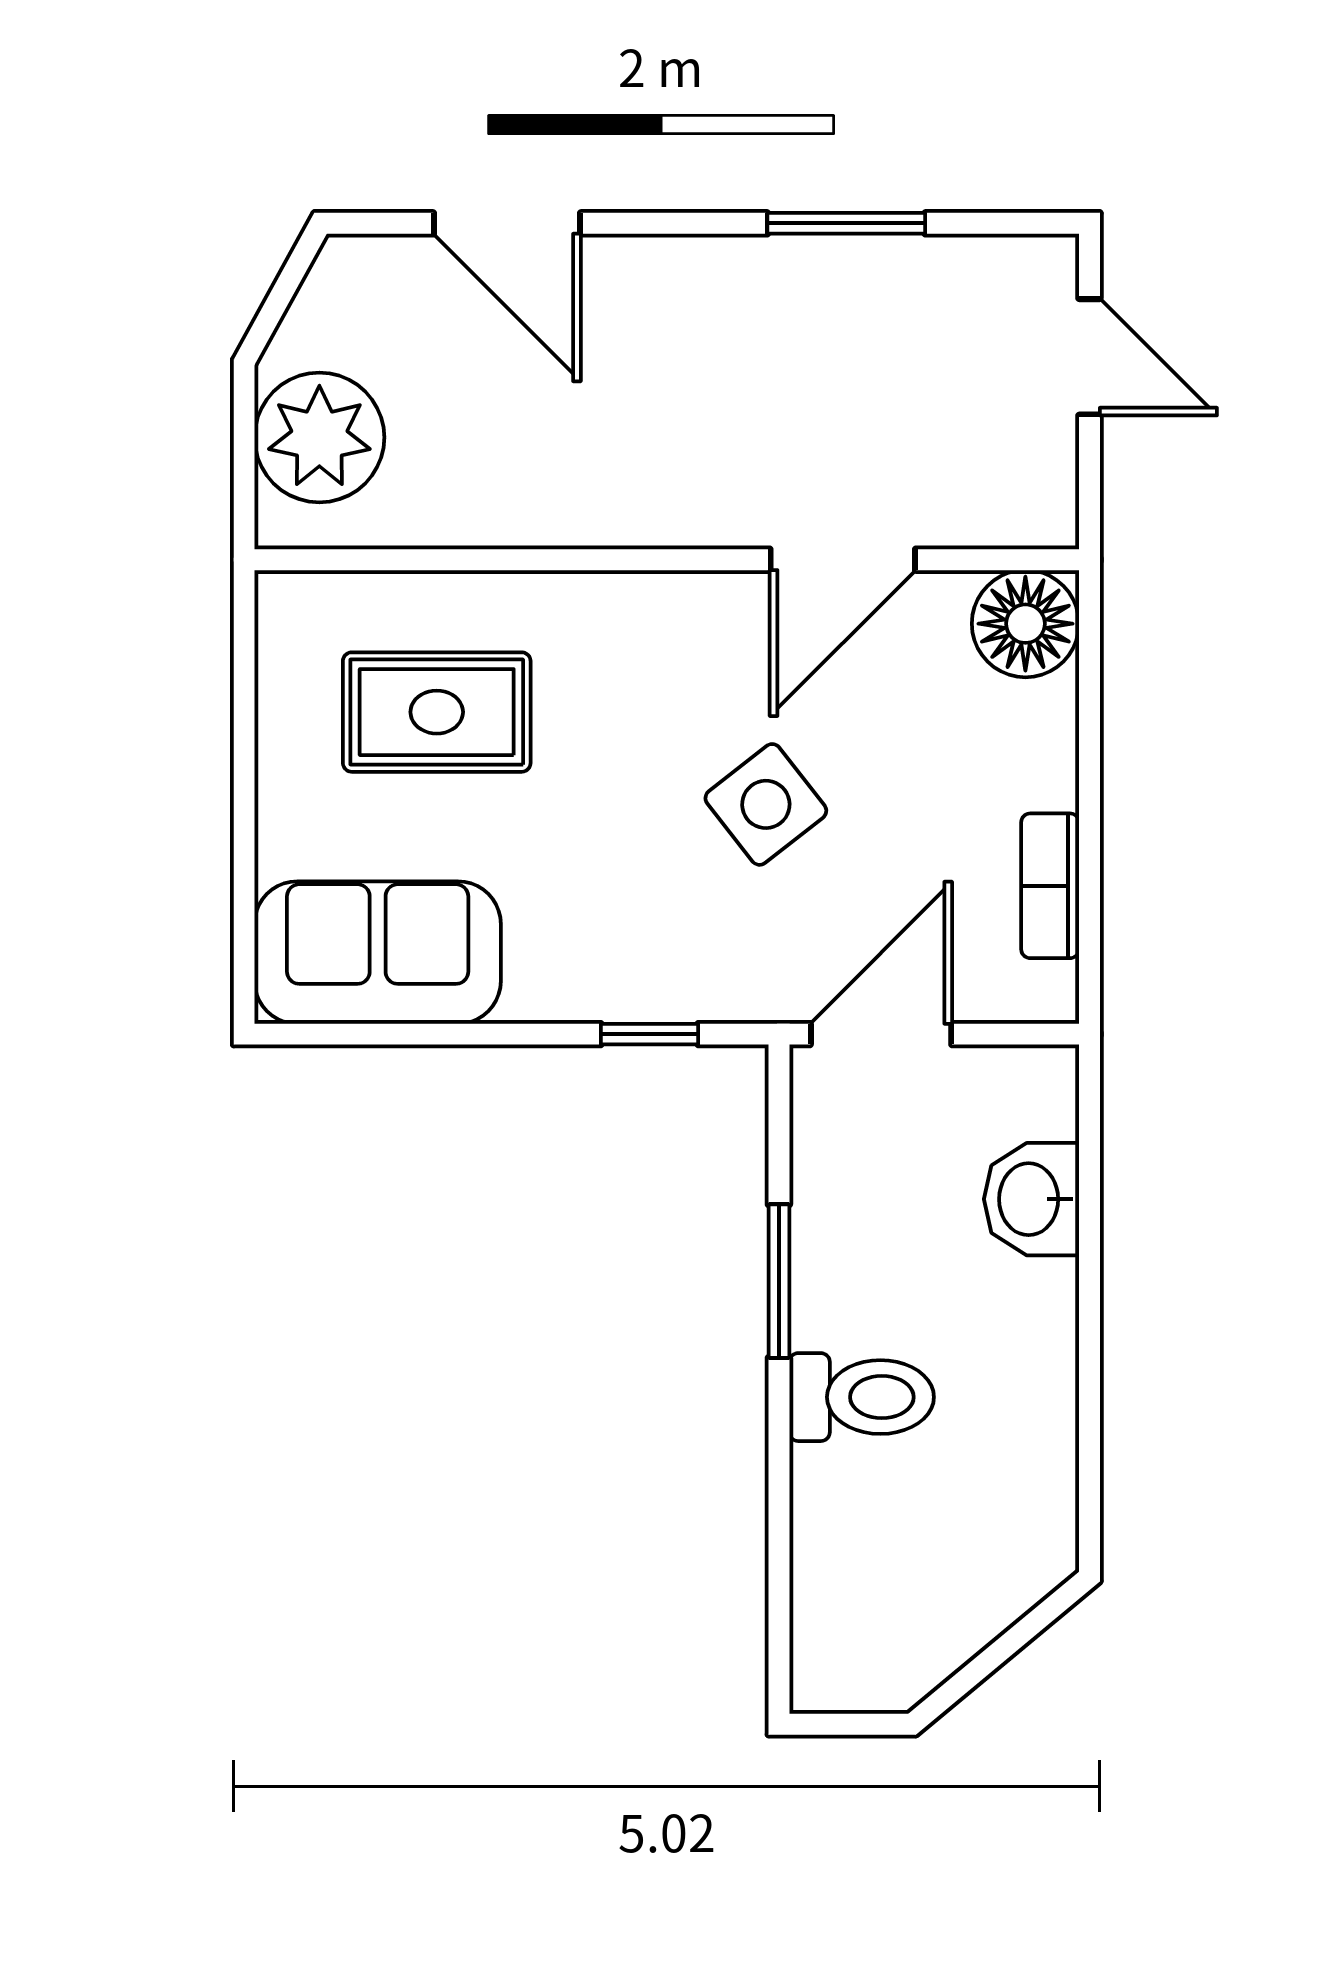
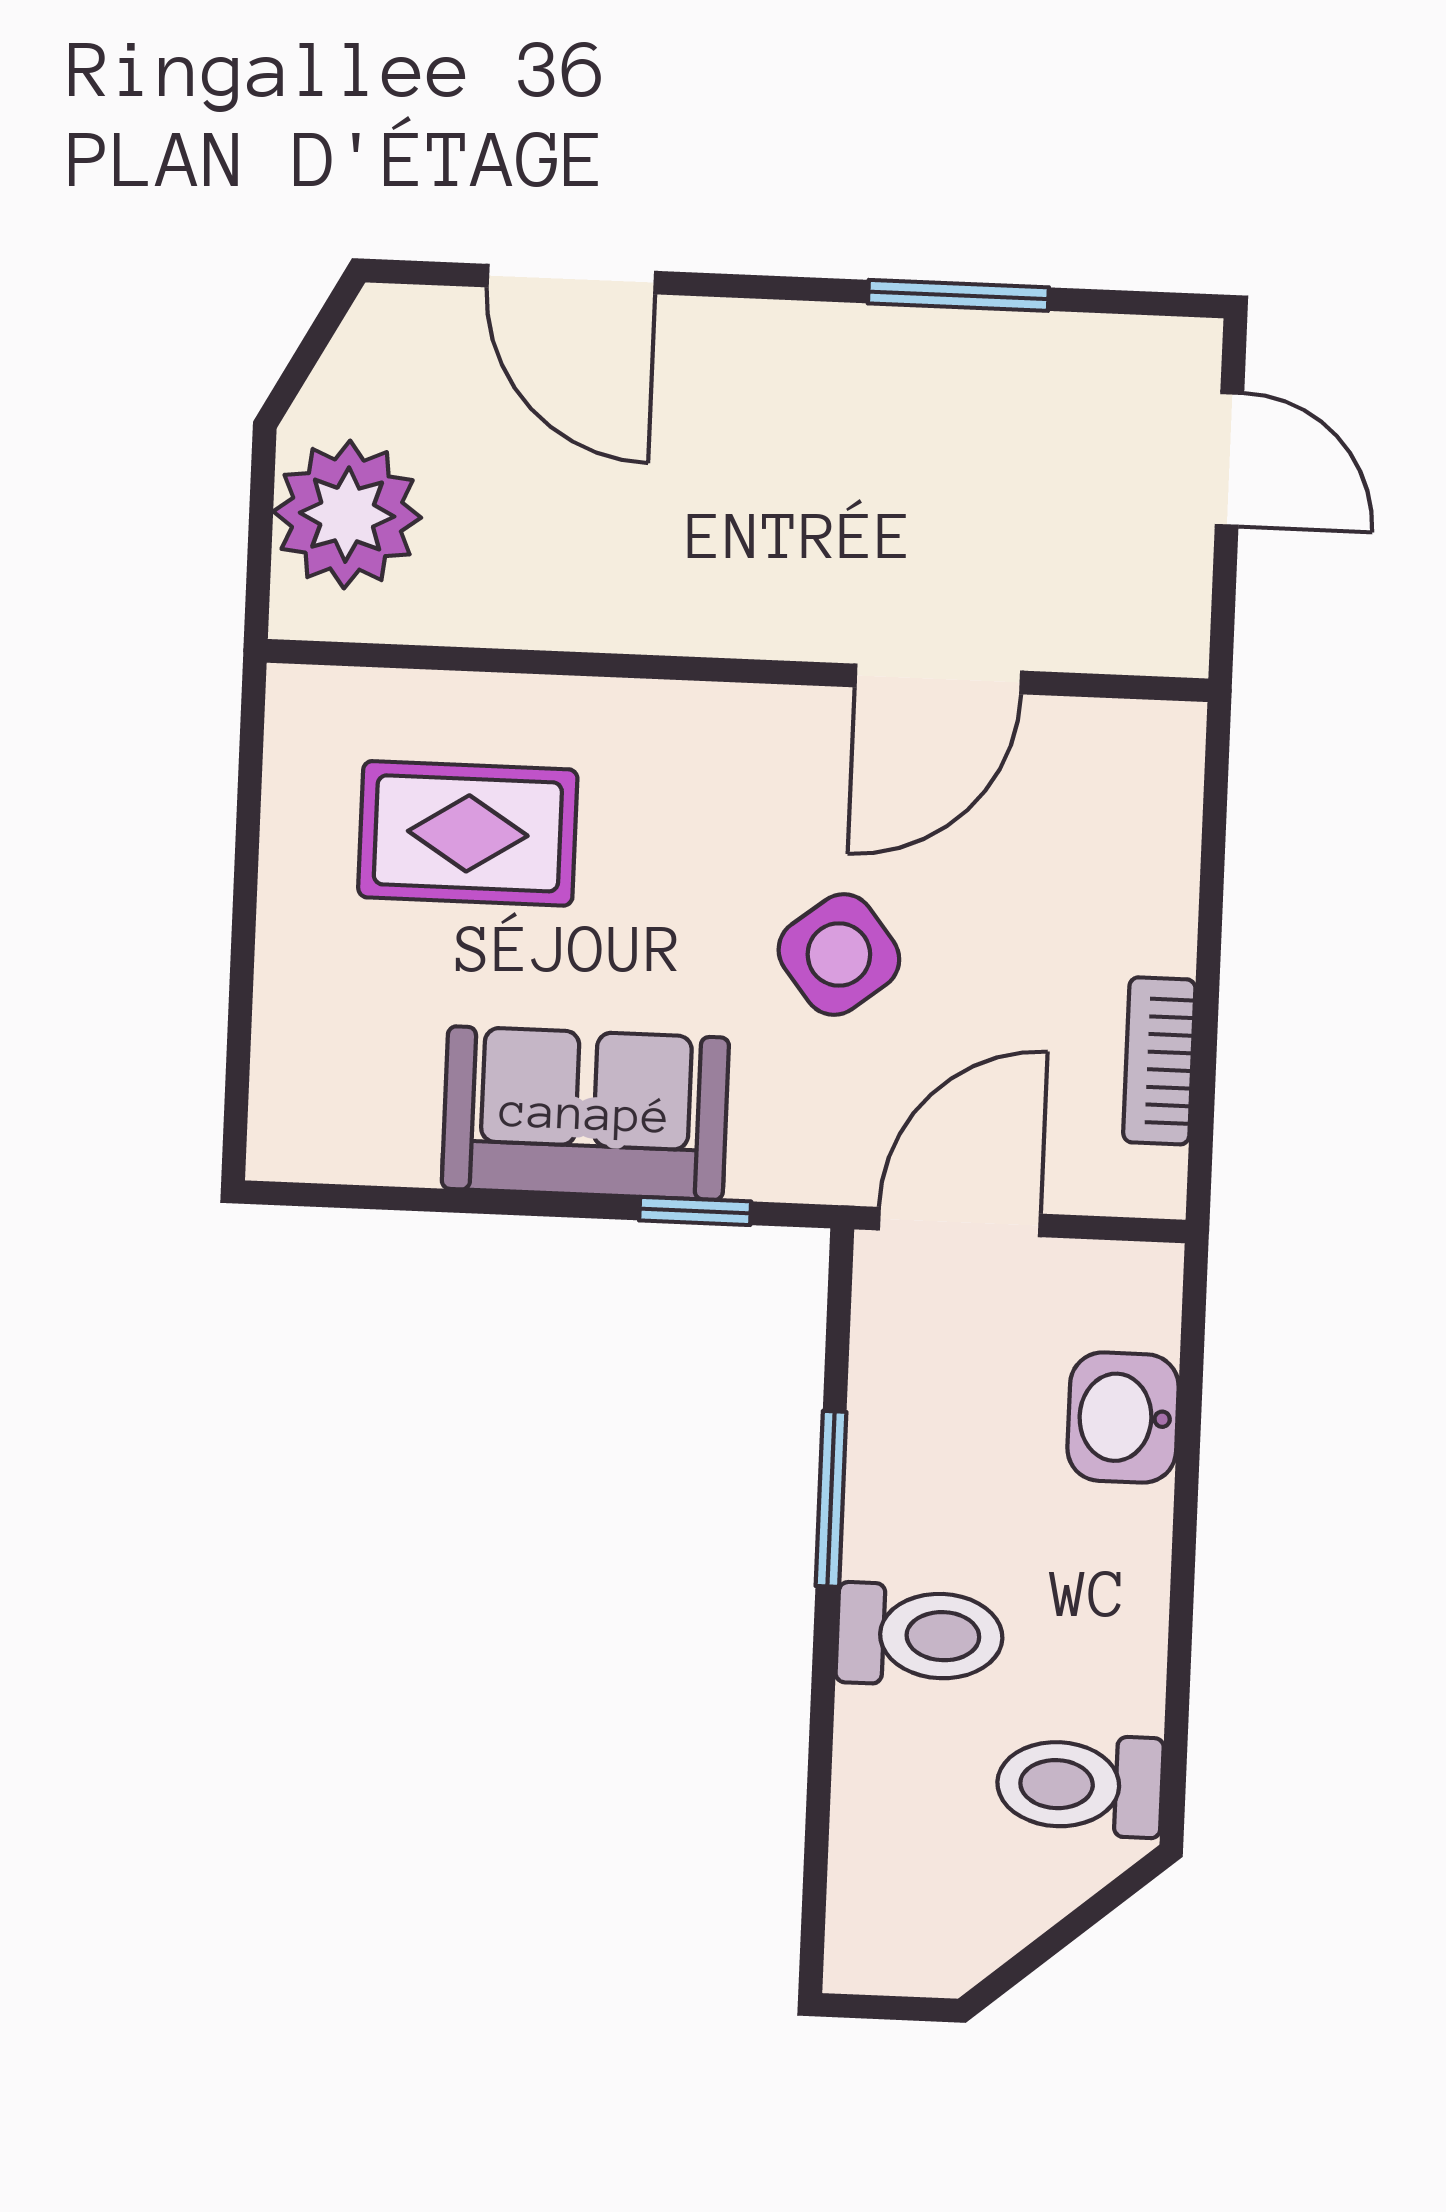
floor lamp: (1025, 624) -> (1144, 761), removed
sofa: (378, 953) -> (585, 1113), moved
toilet: (1007, 1522) -> (1080, 1785), added

